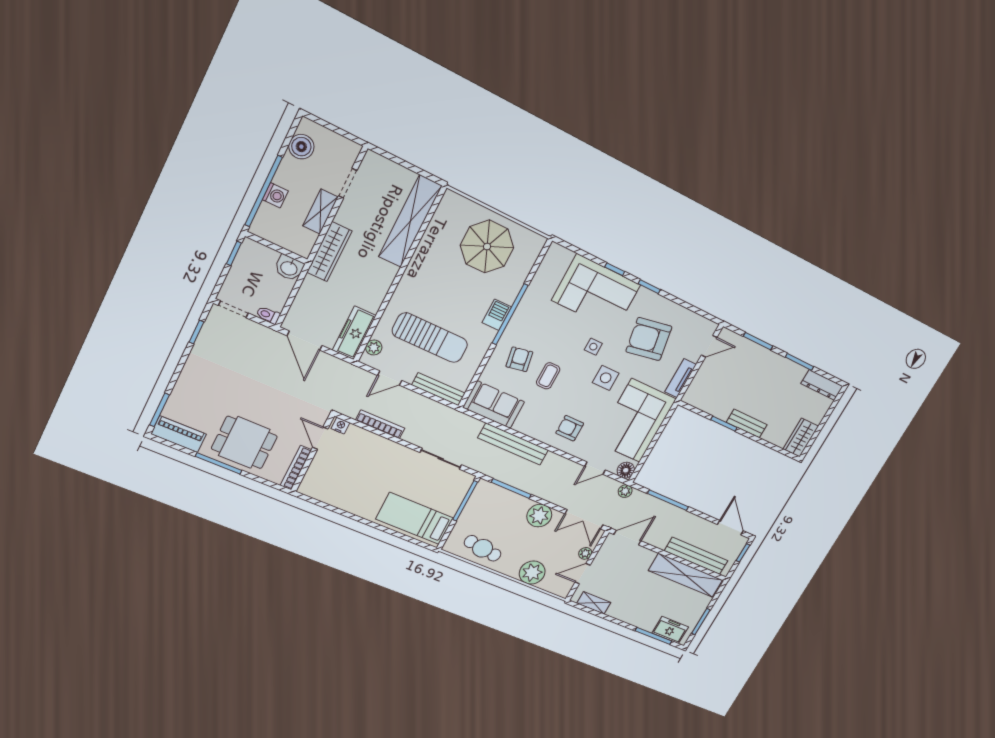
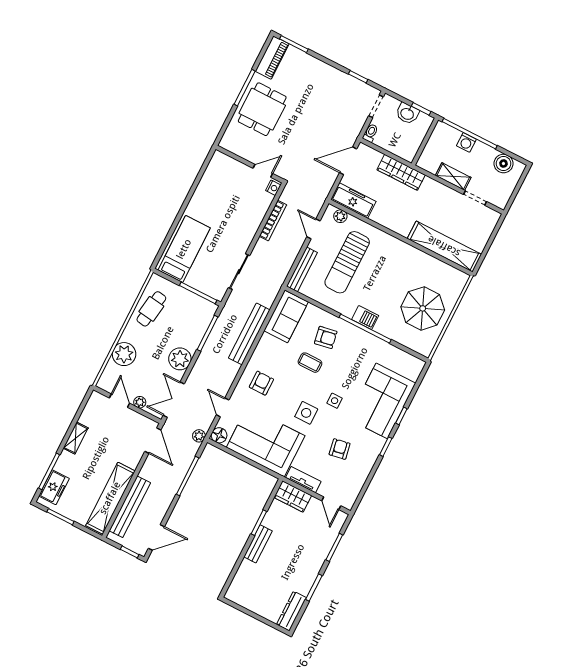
wardrobe: (329, 252) -> (401, 172), moved
washbasin: (289, 268) -> (407, 113), moved, turned -90
armchair: (649, 339) -> (340, 449), width x0.53, depth x0.53
wardrobe: (801, 438) -> (293, 496), moved, turned 180
bookcase: (296, 468) -> (237, 150), removed
shelving: (594, 603) -> (76, 438), moved

